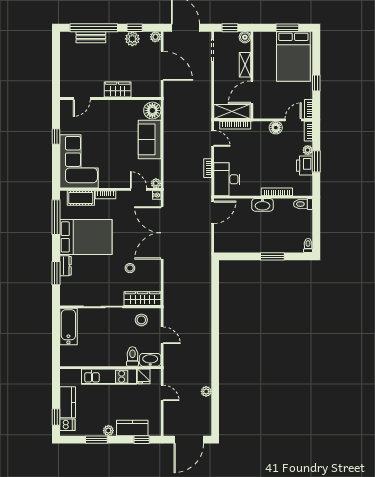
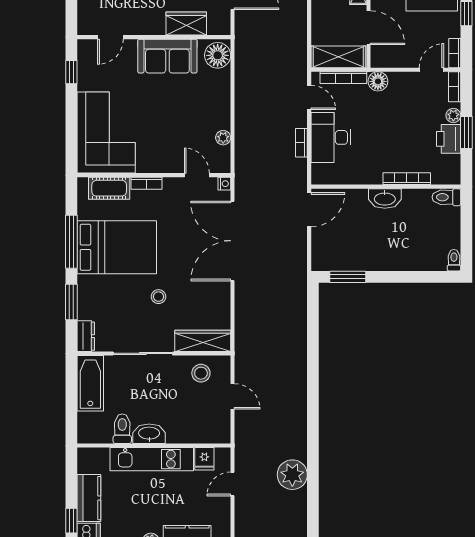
wardrobe: (118, 90) -> (186, 24), moved
door: (252, 92) -> (369, 28), swing flipped
floor lamp: (276, 128) -> (378, 81), moved
window: (56, 137) -> (71, 72), moved
sofa: (150, 139) -> (167, 56), moved, turned -90
desk: (227, 179) -> (331, 137), moved
plant: (156, 183) -> (223, 138), moved
window: (56, 217) -> (71, 242), moved
window: (272, 256) -> (348, 277), moved
dresser: (65, 266) -> (86, 336), moved
stool: (130, 268) -> (158, 297), moved
toilet: (132, 357) -> (122, 429), moved
washbasin: (150, 360) -> (149, 434), moved
plant: (206, 391) -> (292, 475), width x1.88, depth x1.88
door: (162, 393) -> (232, 484), swing flipped

